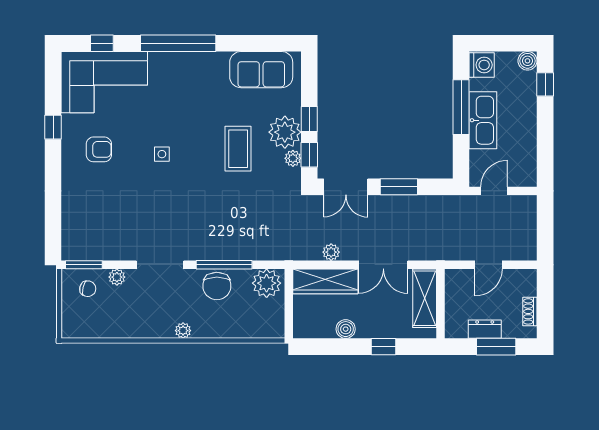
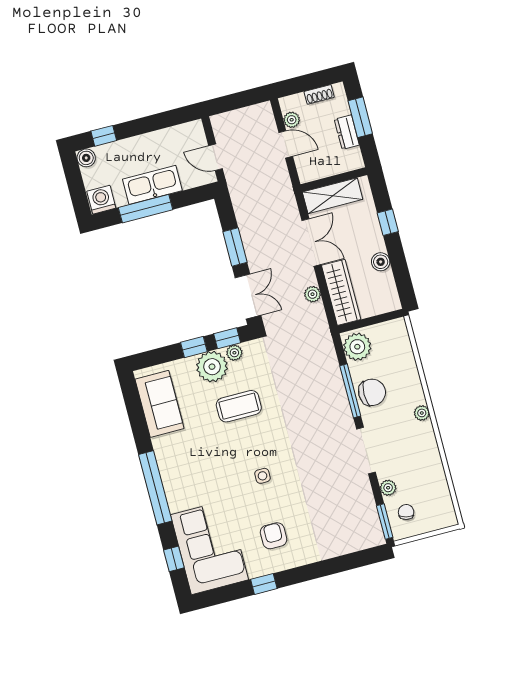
plant: (512, 277) -> (292, 120), added

